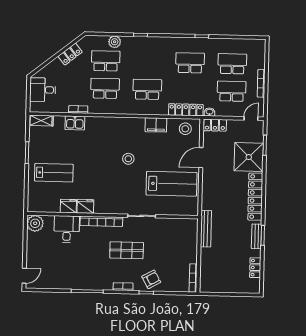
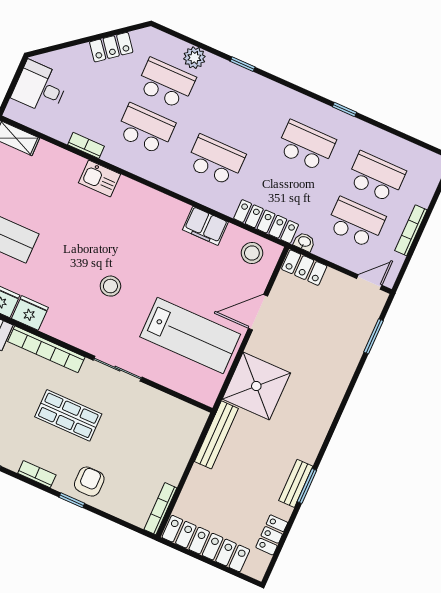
kitchen sink: (75, 123) -> (99, 178), moved
shower: (249, 157) -> (256, 386), moved
stool: (128, 159) -> (110, 286), moved
locker: (255, 197) -> (206, 544), moved, turned 90
armchair: (151, 279) -> (89, 482), turned -61

